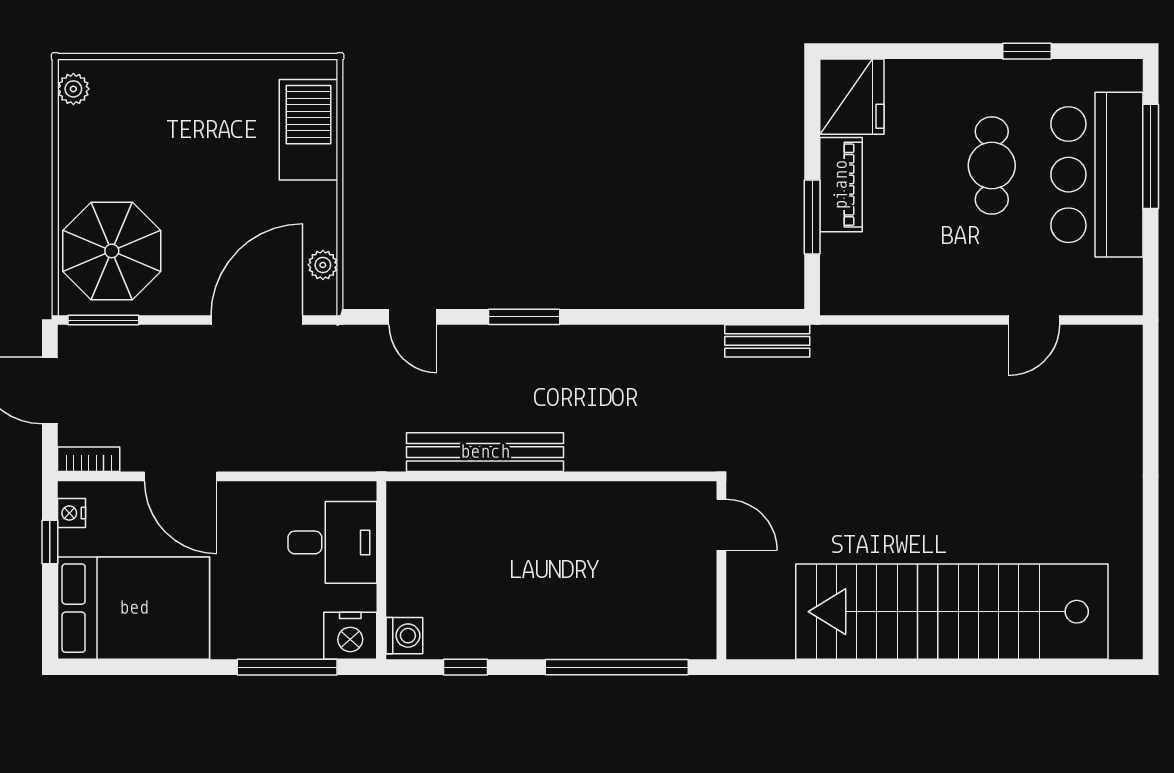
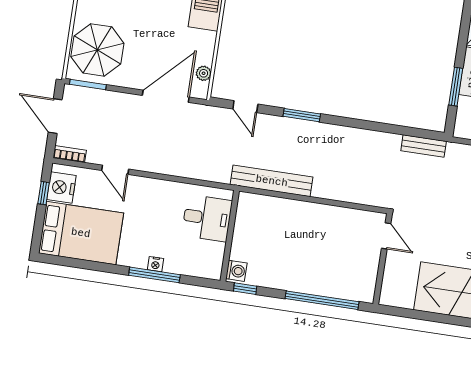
door: (181, 476) -> (115, 170), width x0.73
nightstand: (71, 513) -> (61, 187), width x1.89, depth x1.79
desk: (332, 542) -> (207, 218), moved
wall: (381, 570) -> (230, 236), moved
nightstand: (350, 636) -> (156, 264), moved, width x0.53, depth x0.56
washing machine: (404, 636) -> (236, 271), moved

